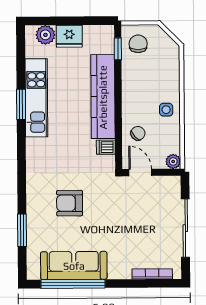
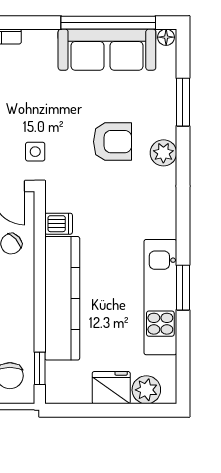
plant: (35, 196) -> (163, 153), added
side table: (122, 196) -> (35, 152), added
floor lamp: (34, 274) -> (166, 37), added

